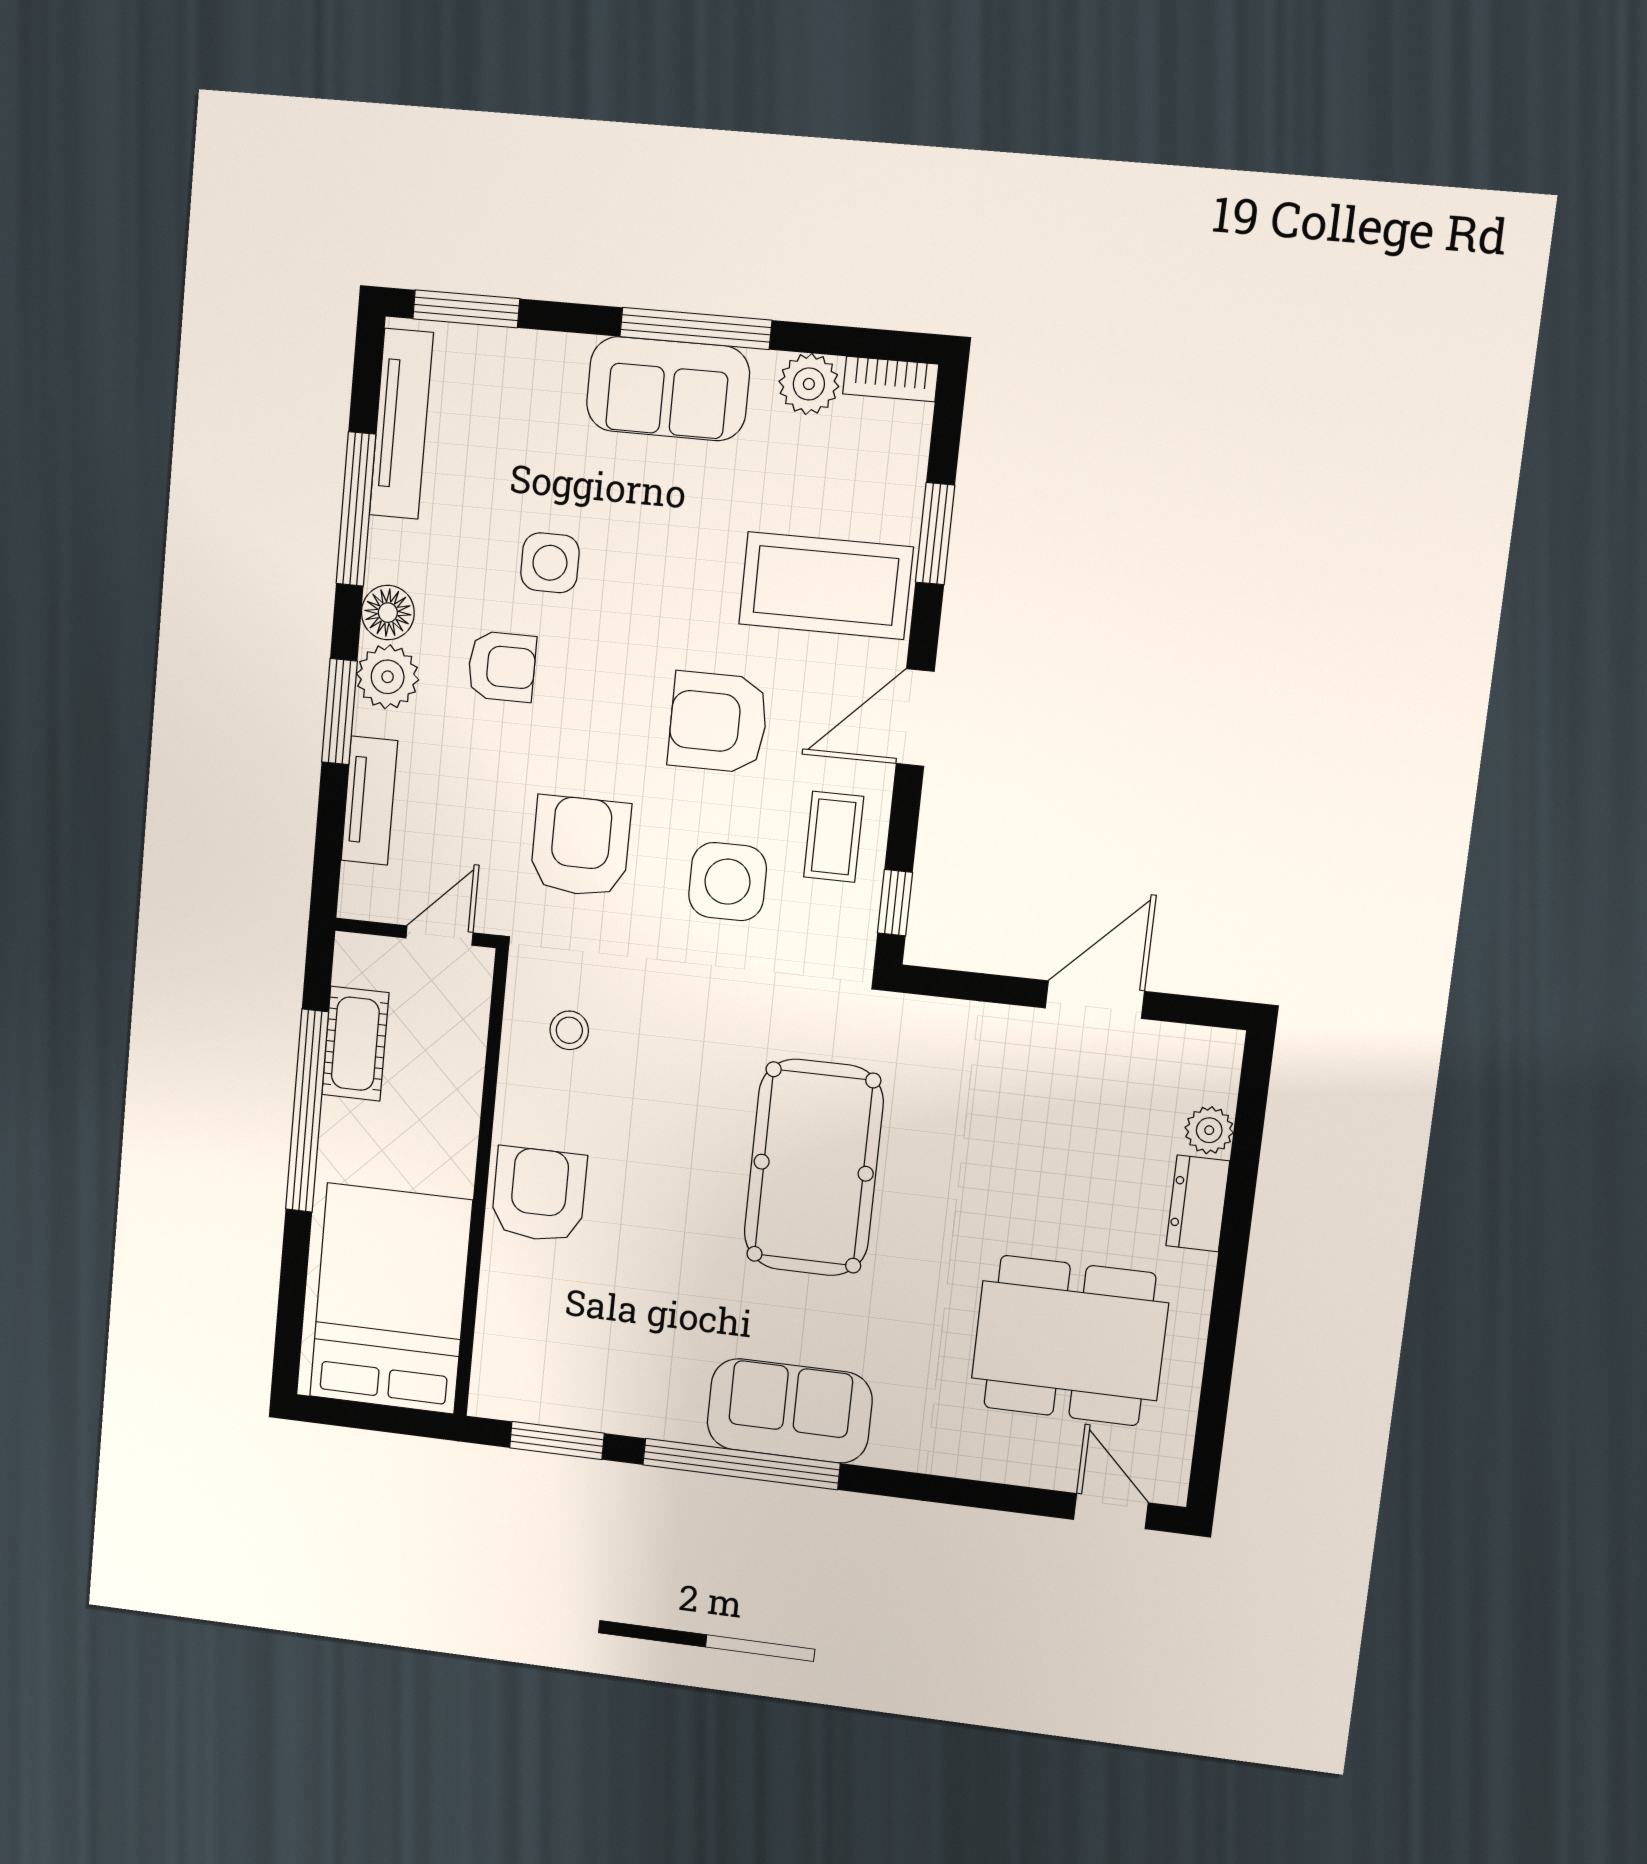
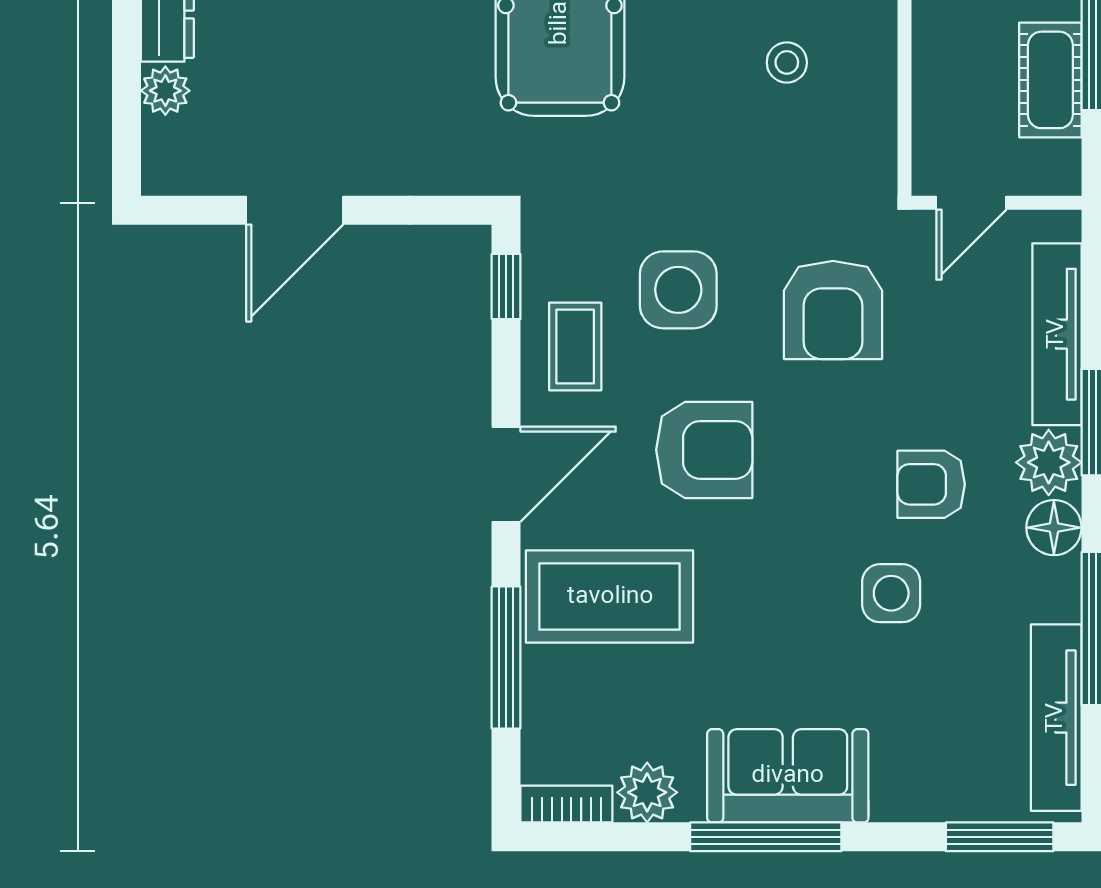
window: (935, 534) -> (506, 658), width x1.44
tv unit: (369, 801) -> (1057, 334), width x1.41
stool: (569, 1030) -> (787, 62), moved

